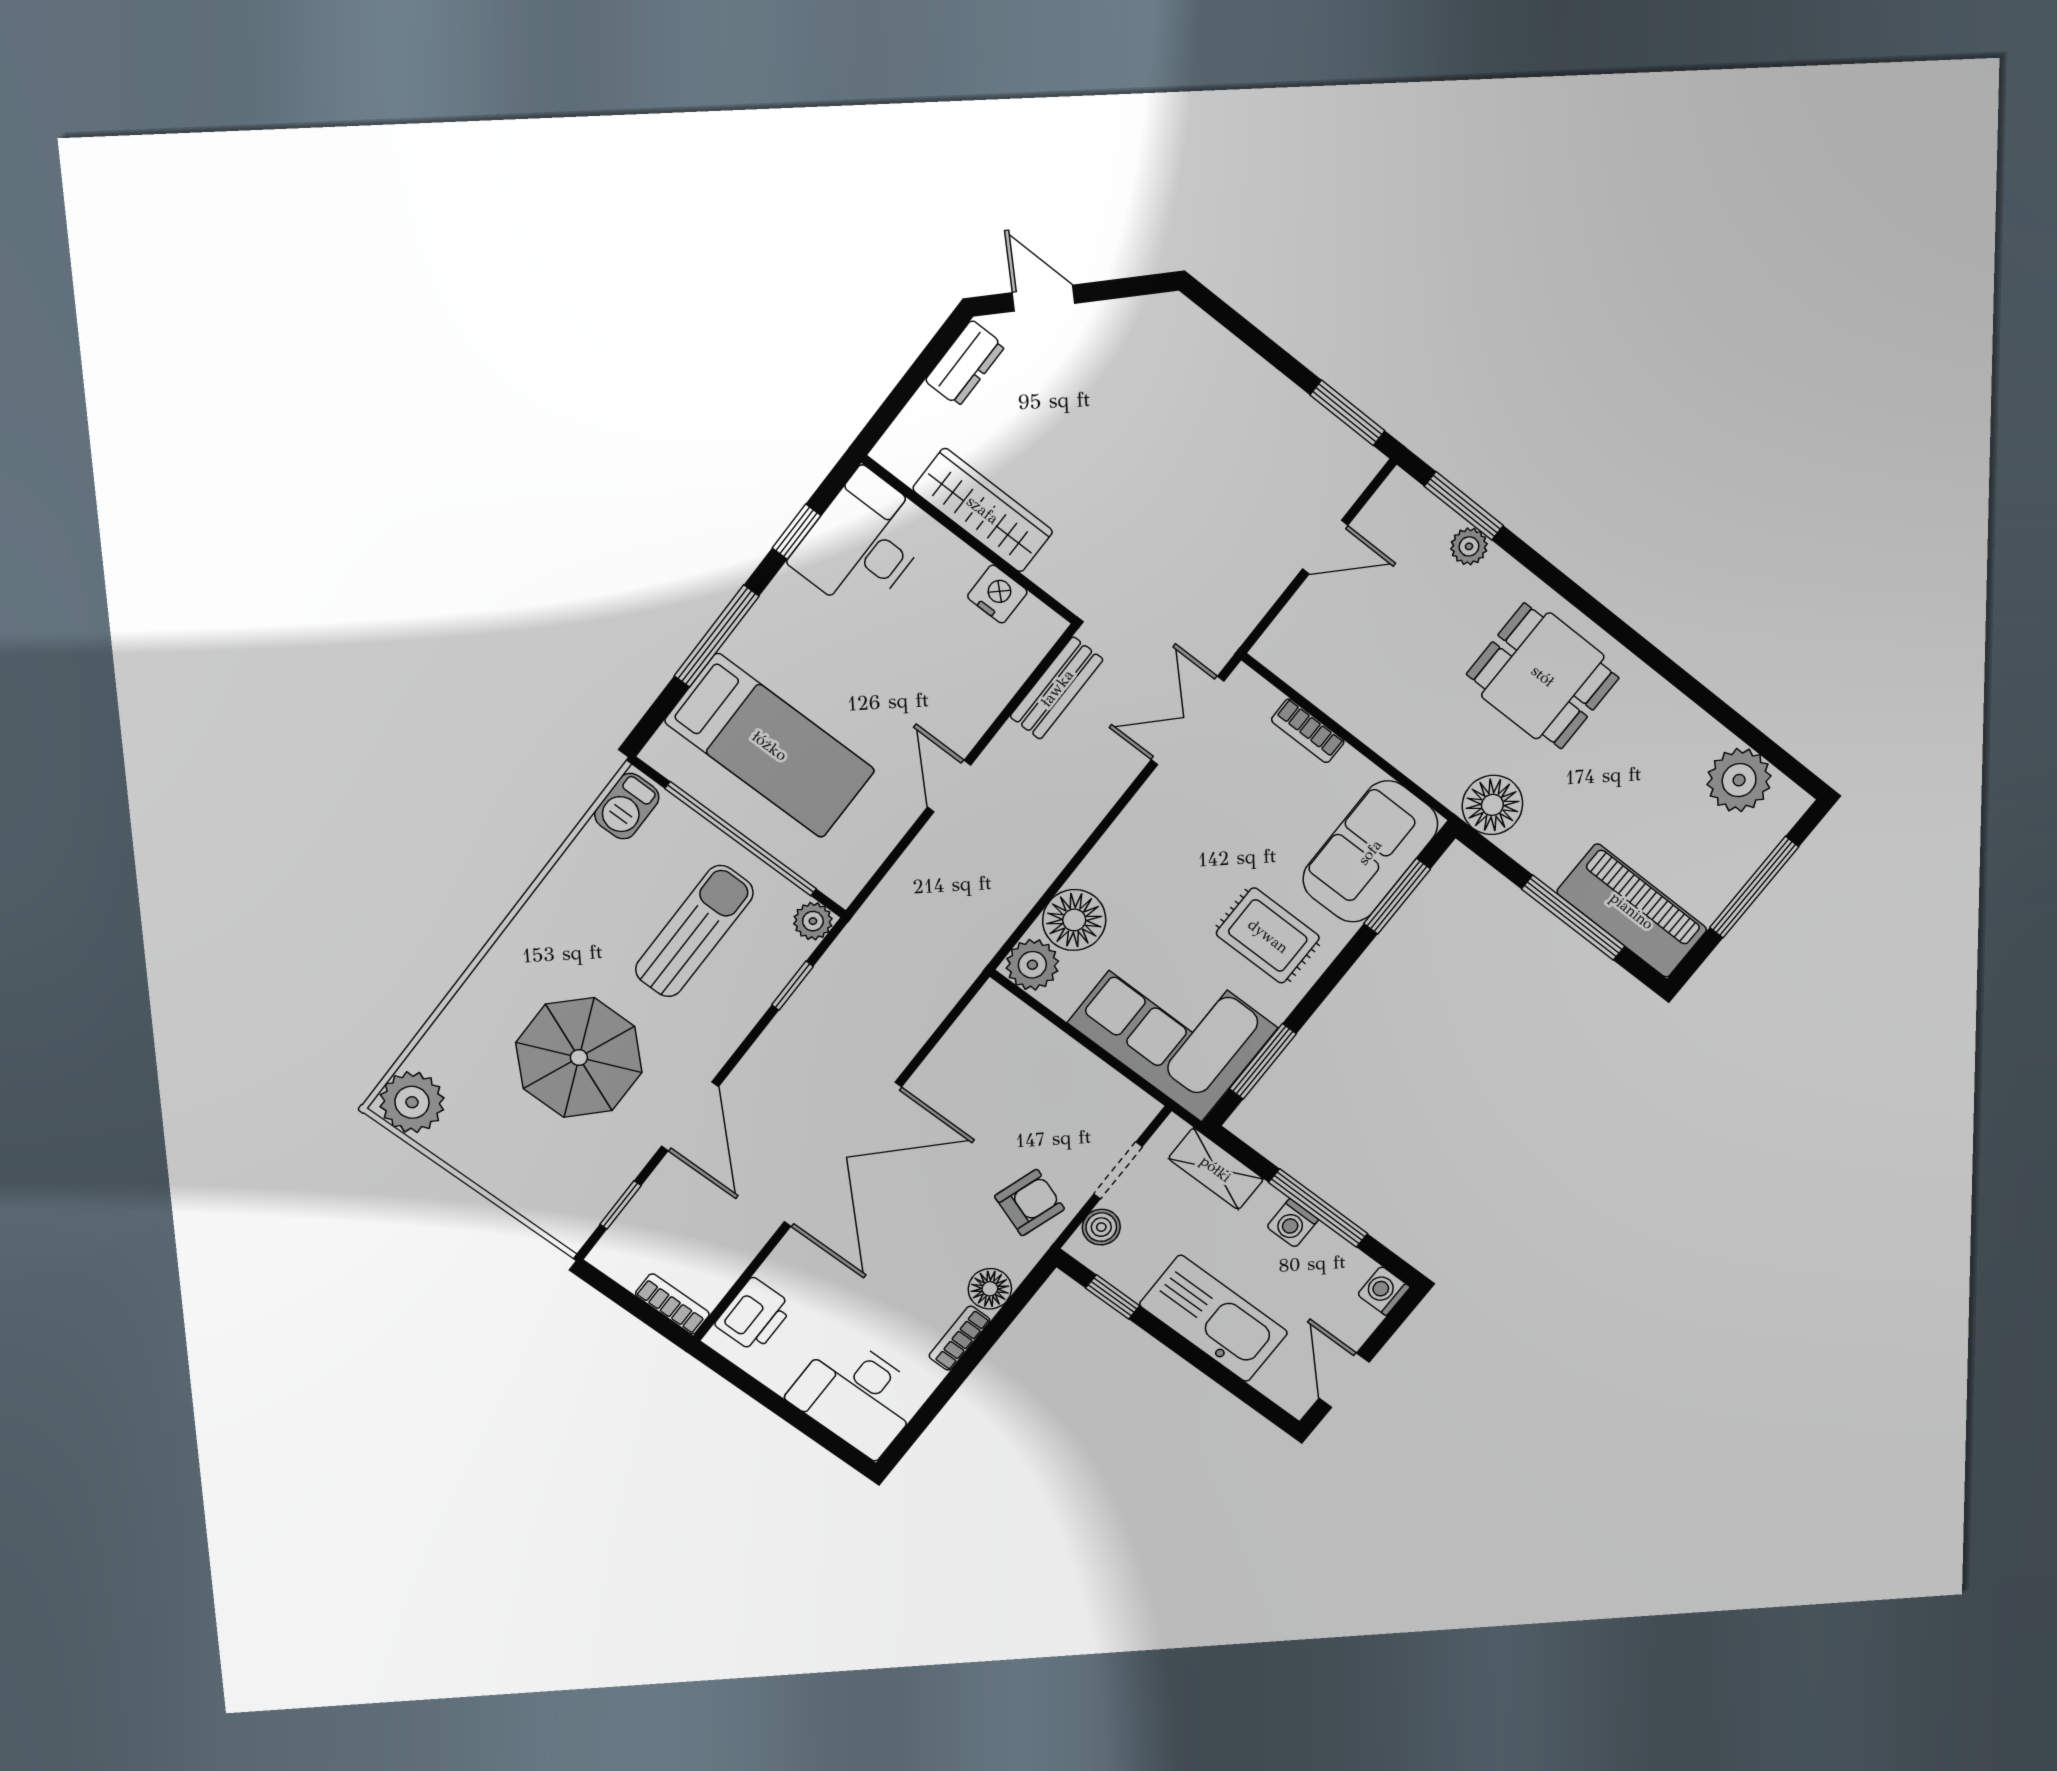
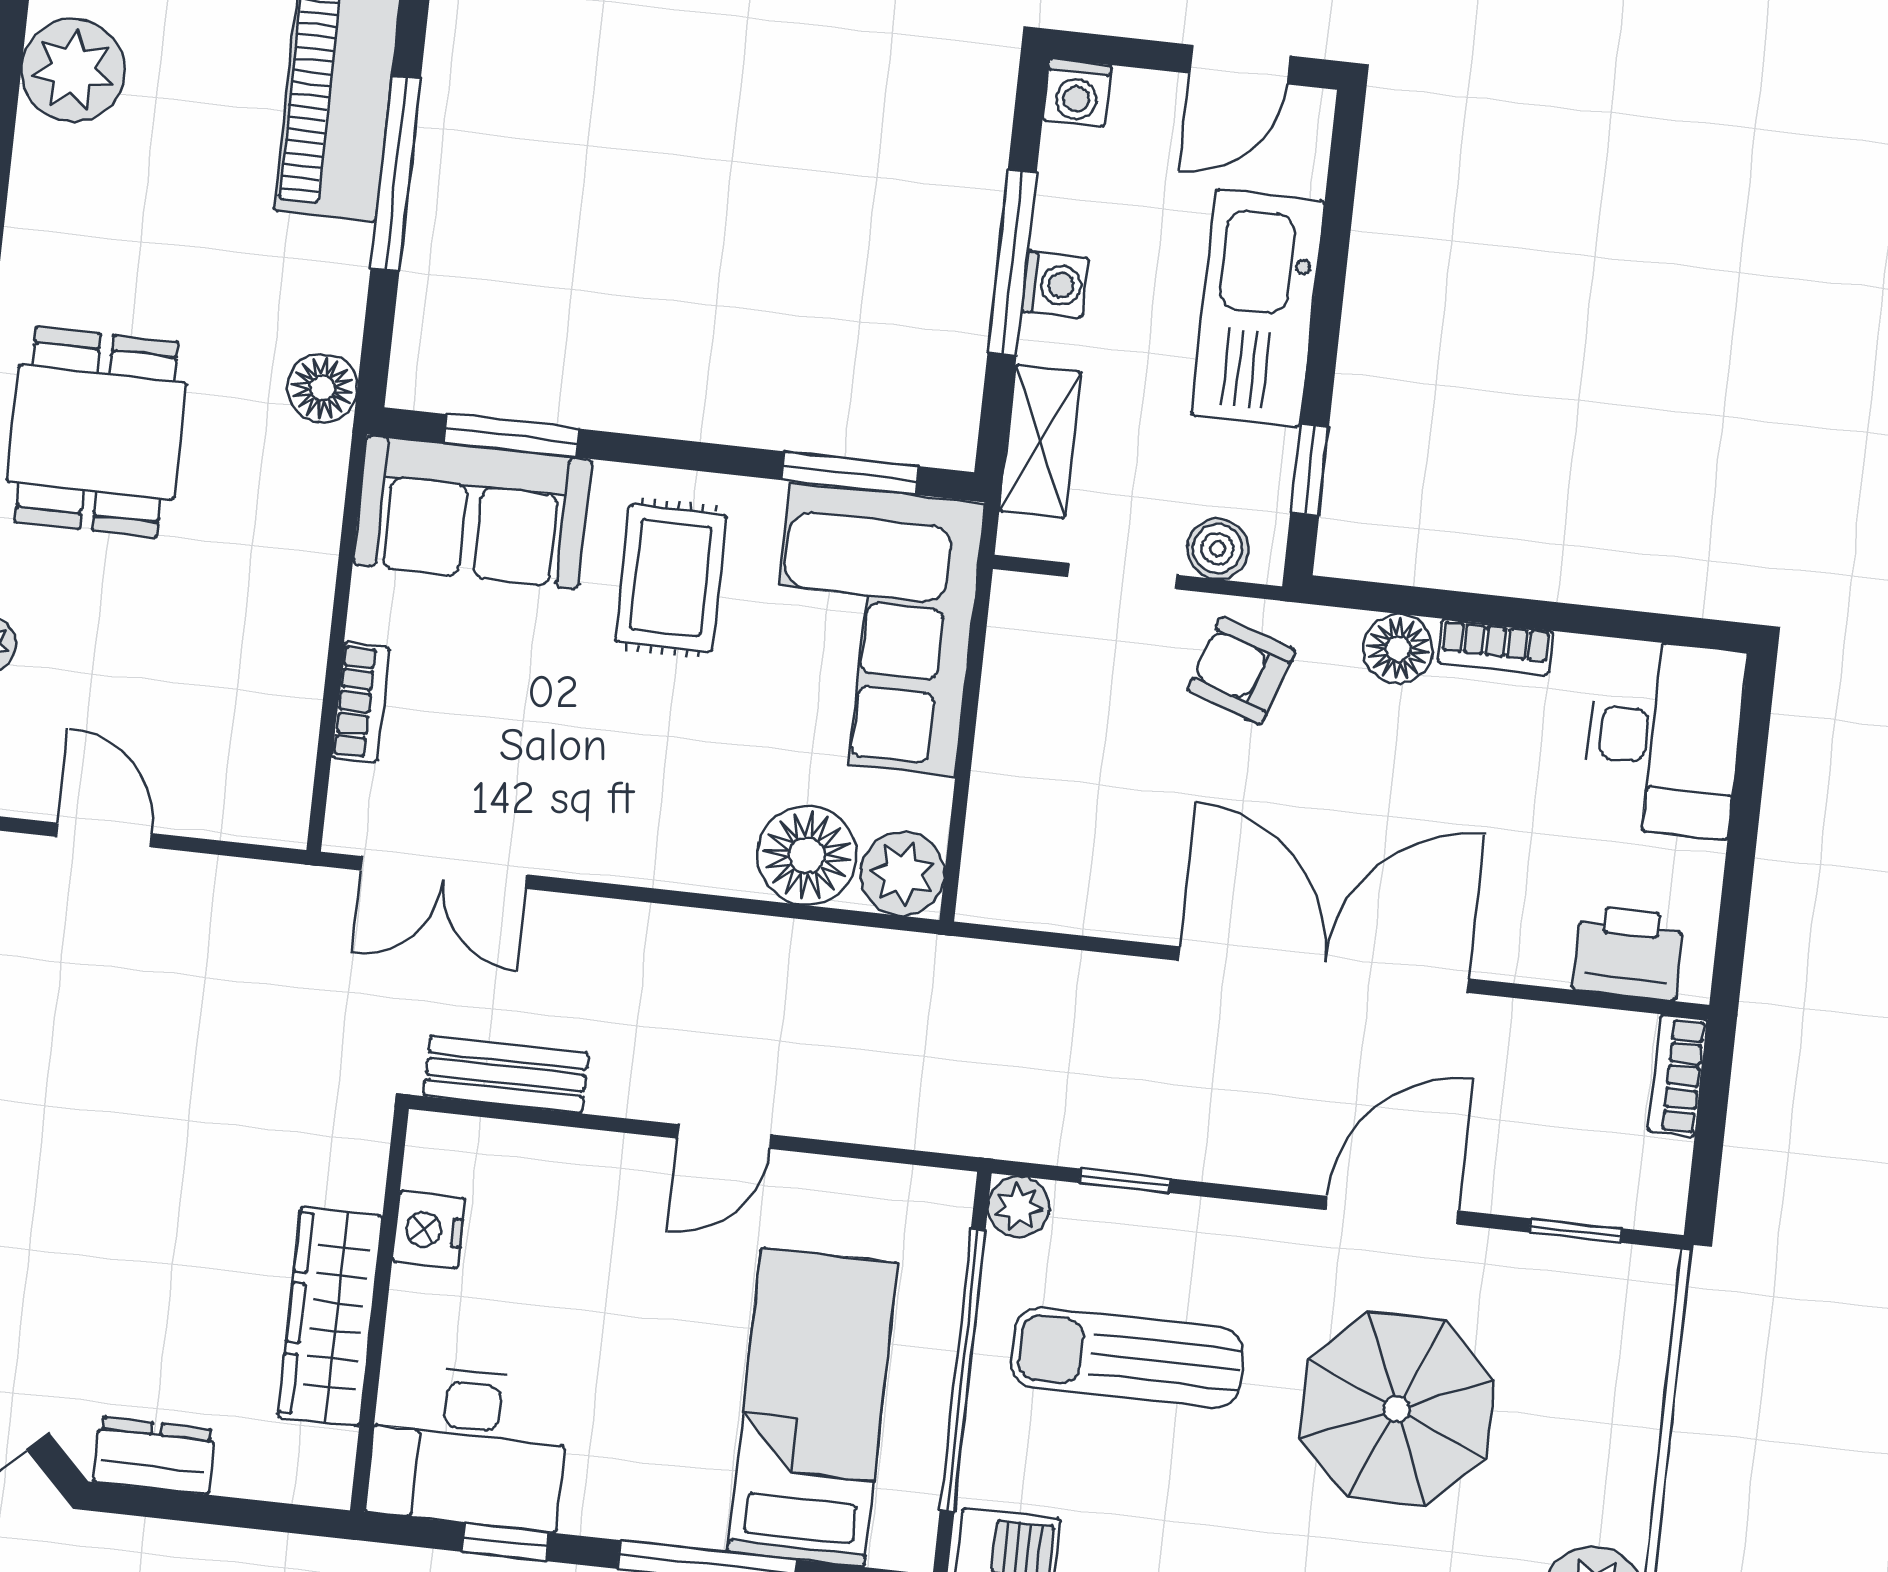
floor lamp: (1492, 805) -> (322, 388), width x0.73, depth x0.73

